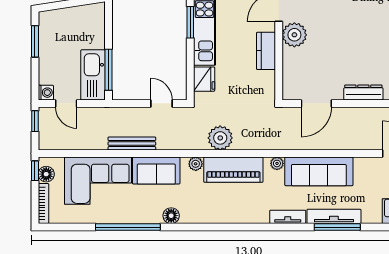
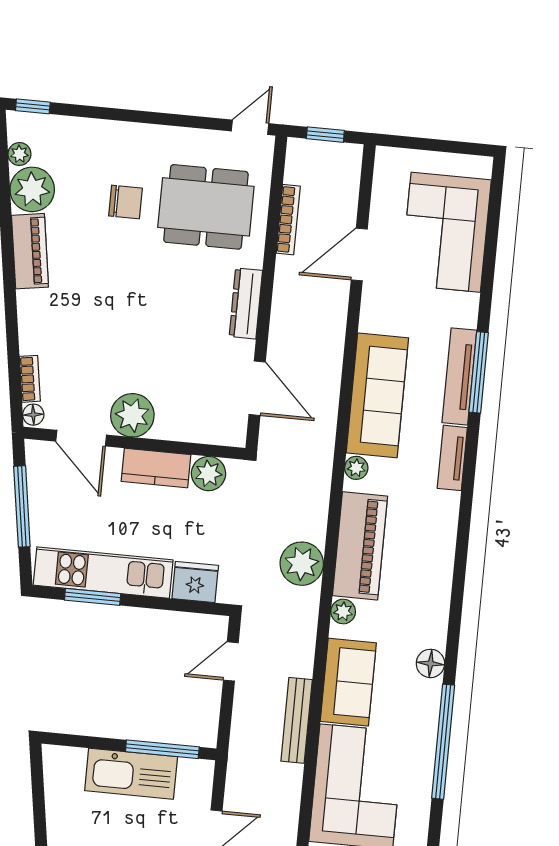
kitchen sink: (93, 75) -> (131, 774), moved
plant: (266, 81) -> (209, 474), added

